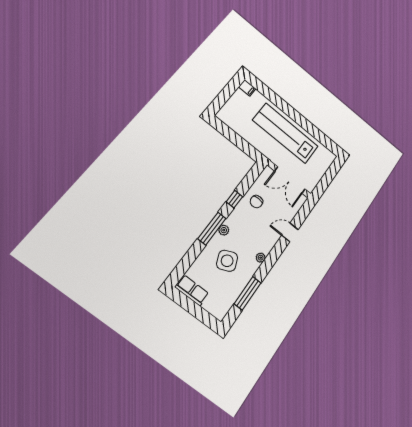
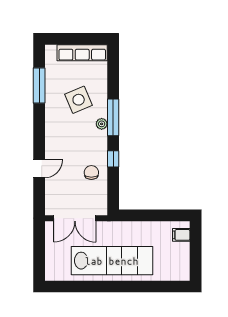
filing cabinet: (247, 88) -> (181, 235), moved
double door: (290, 180) -> (75, 218), swing flipped
plant: (261, 258) -> (50, 125), removed
row of seats: (192, 290) -> (82, 53), width x1.48

